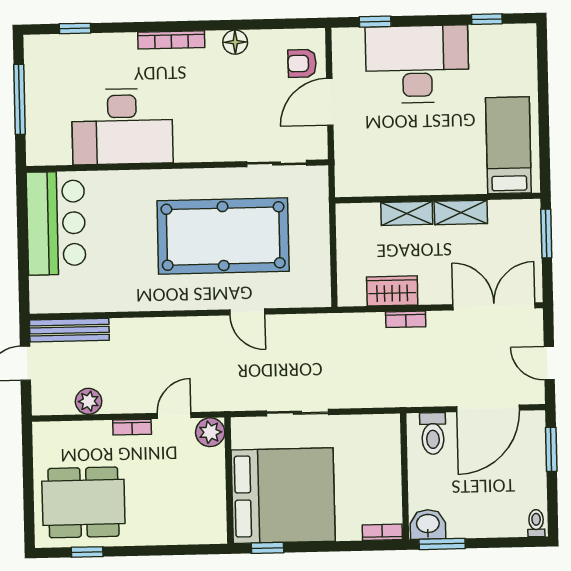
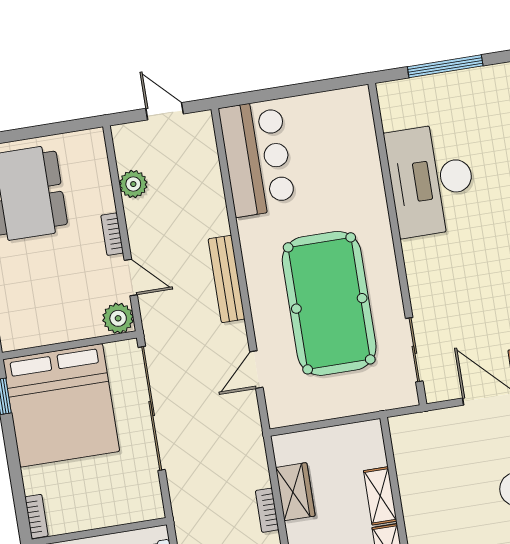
bar counter: (56, 223) -> (257, 158), moved, turned -90
door: (247, 312) -> (256, 370), moved
bench: (69, 330) -> (227, 279), moved
sliding door: (297, 413) -> (152, 408), width x1.86

